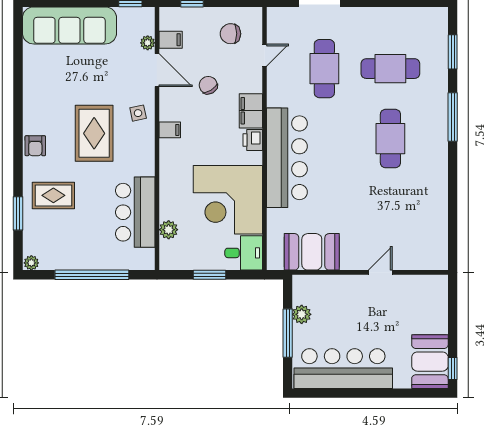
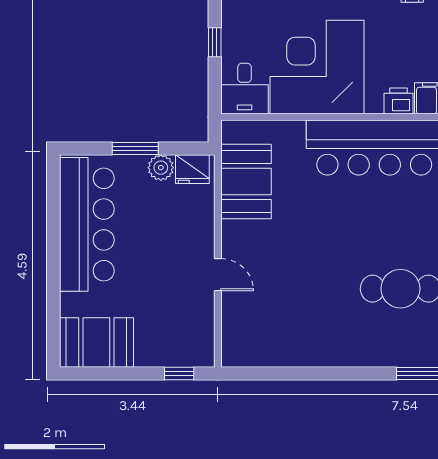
window: (210, 275) -> (215, 42), width x0.67
fridge: (303, 291) -> (192, 169), added
window: (288, 333) -> (135, 148), width x0.69
window: (453, 368) -> (179, 373), moved

